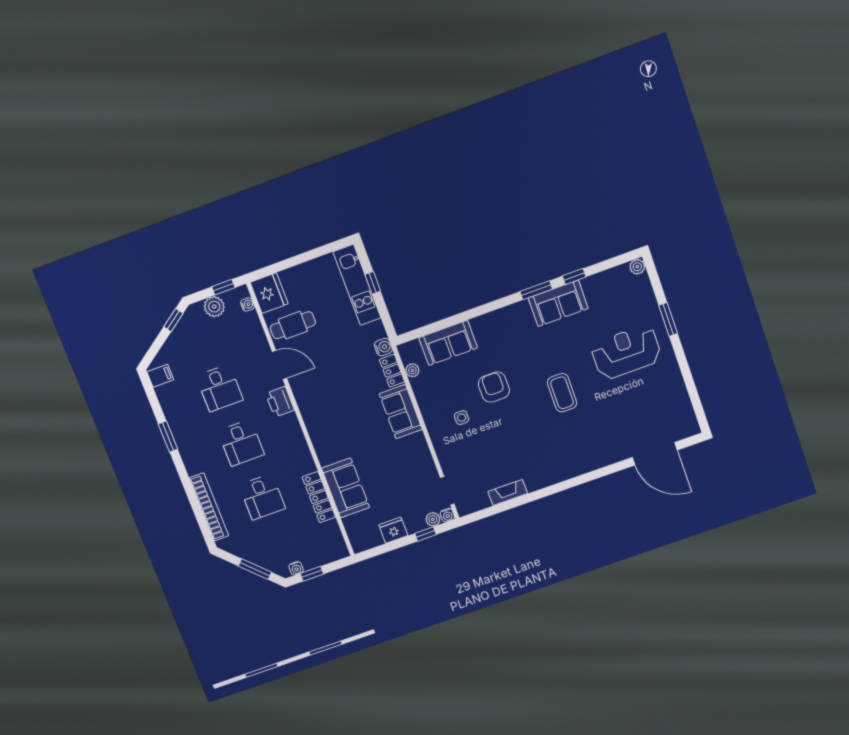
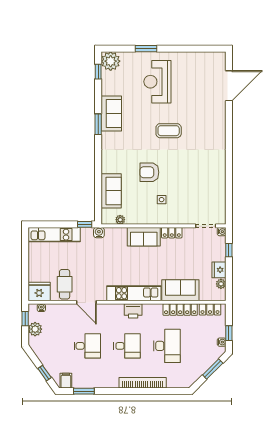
plant: (637, 267) -> (111, 61), width x1.88, depth x1.88
window: (574, 276) -> (98, 72), moved
window: (373, 283) -> (85, 224), moved
window: (173, 320) -> (45, 373), moved
door: (279, 365) -> (86, 302), swing flipped
locker: (392, 371) -> (172, 233), moved
printer: (280, 402) -> (133, 311), moved
kitchen unit: (317, 426) -> (134, 293), added
window: (168, 437) -> (84, 391), moved
fireplace: (508, 493) -> (221, 188), removed
desk: (262, 497) -> (167, 346), width x1.37
bookcase: (209, 507) -> (143, 383), moved
plant: (433, 519) -> (221, 284), moved
locker: (335, 537) -> (210, 309), added

